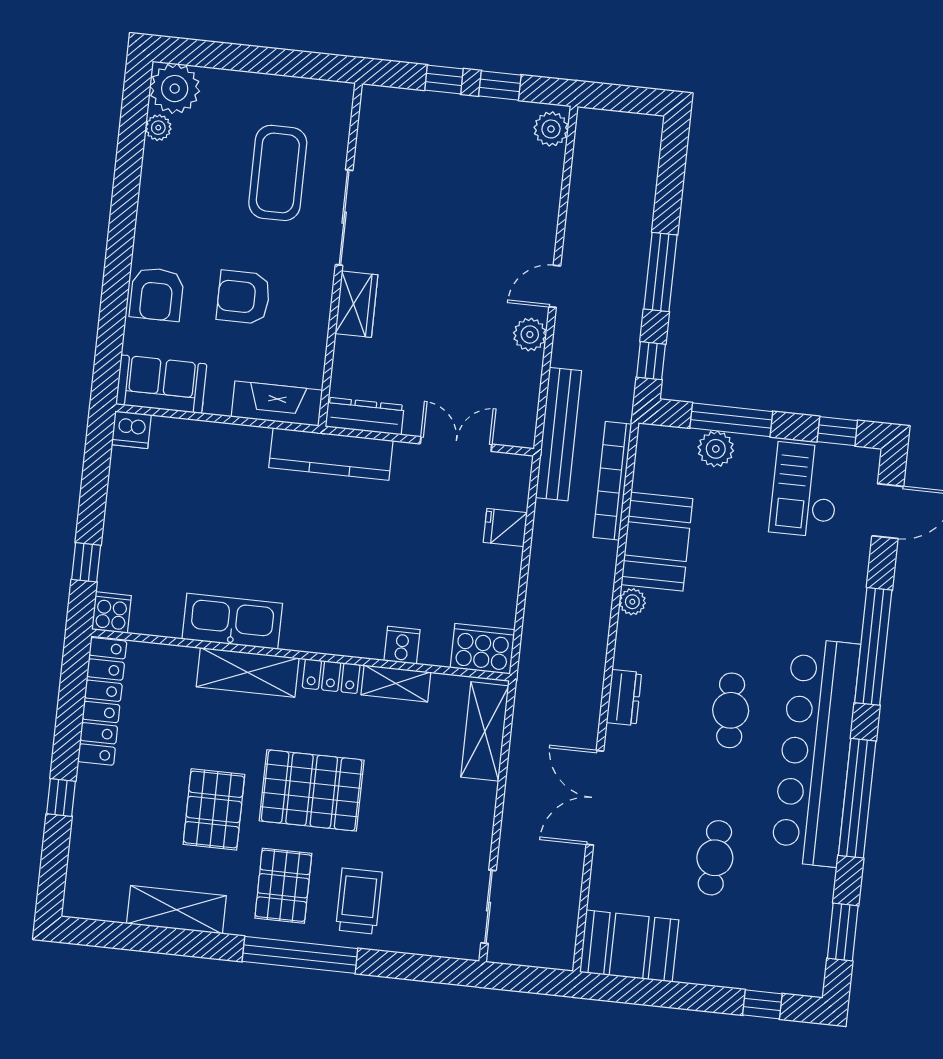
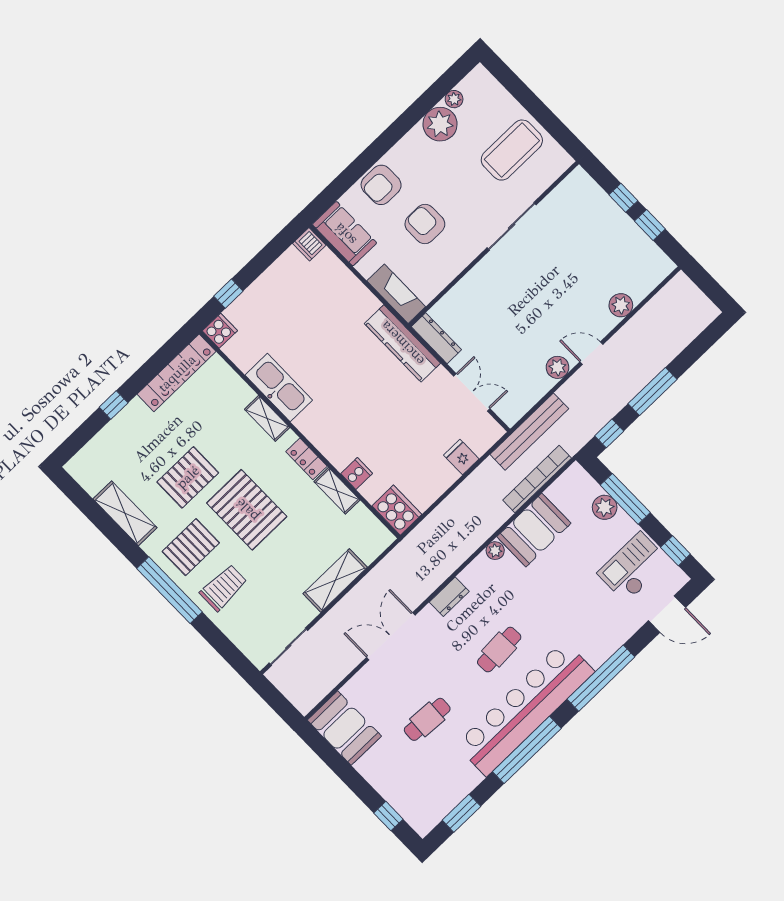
plant: (175, 89) -> (440, 124), moved
plant: (551, 129) -> (621, 305), moved
coffee table: (278, 173) -> (512, 150), moved
wardrobe: (356, 304) -> (481, 277), removed
shelving: (248, 672) -> (267, 418), width x0.67, depth x0.75
shelving: (485, 731) -> (335, 580), moved

